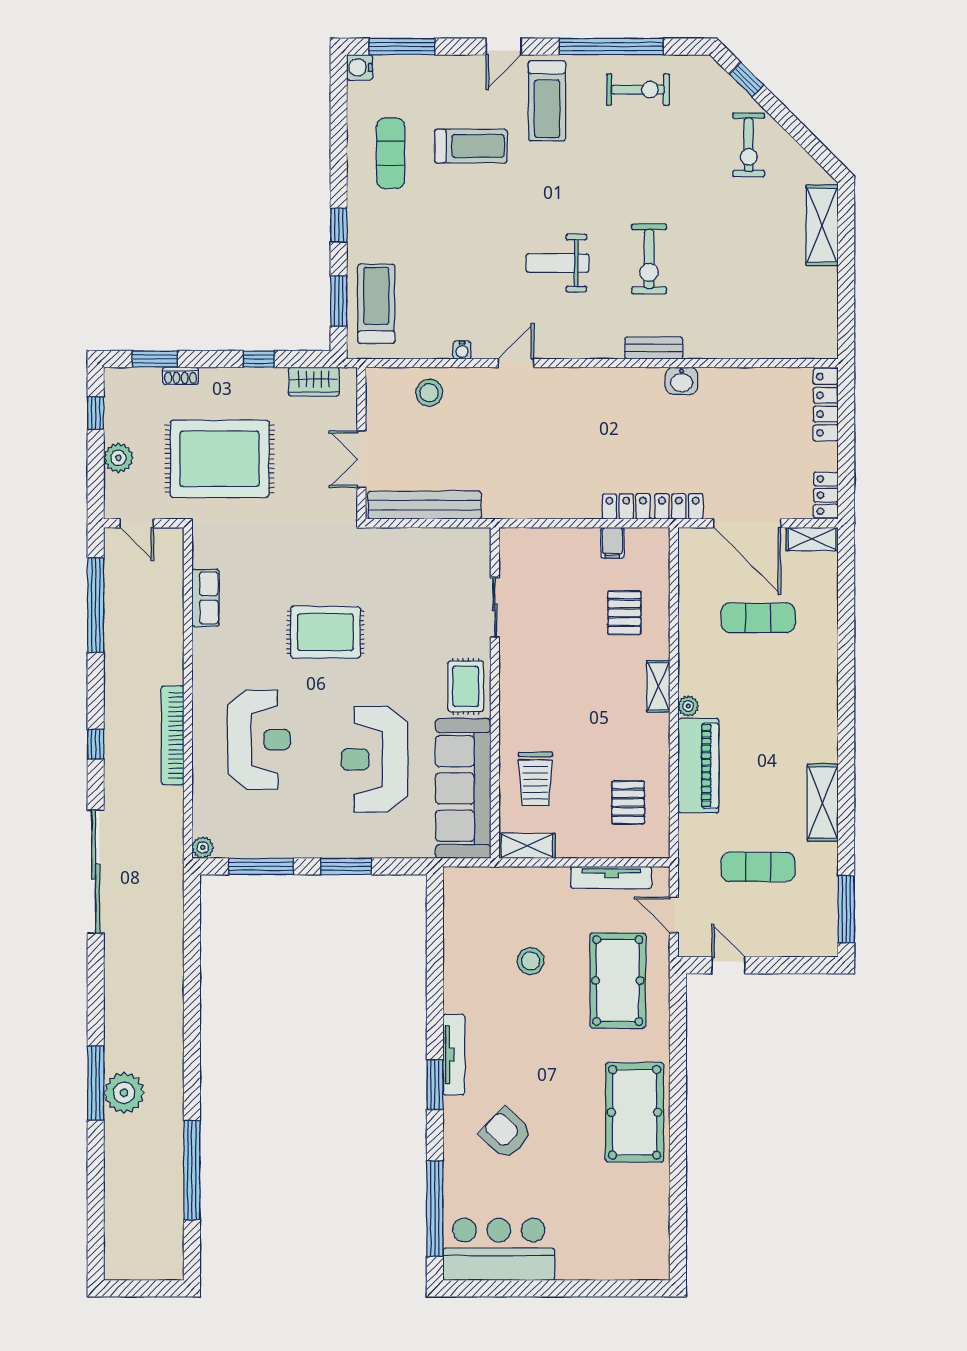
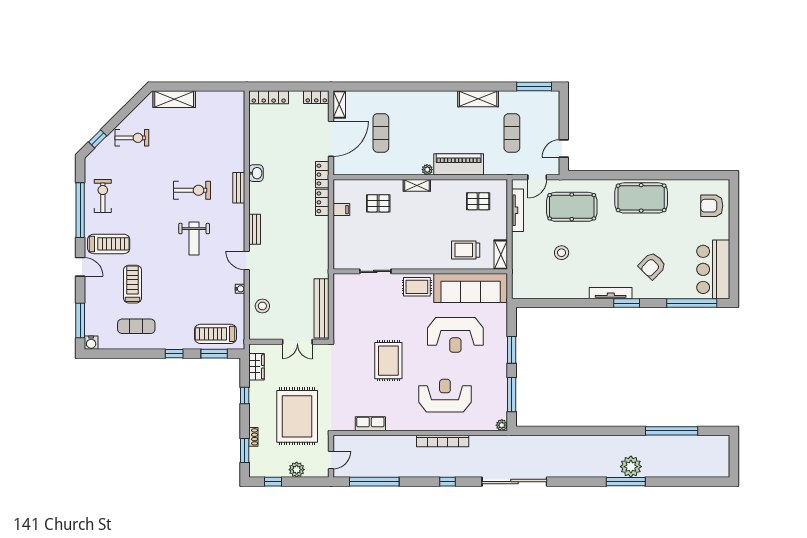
bench: (575, 378) -> (255, 229), added
trolley: (535, 779) -> (466, 250), turned 180
armchair: (620, 1247) -> (712, 206), added

